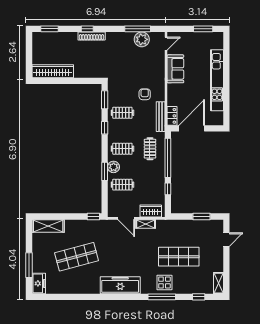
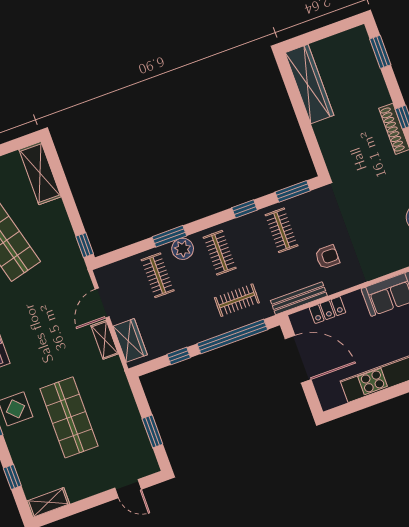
locker: (172, 116) -> (328, 310), moved

